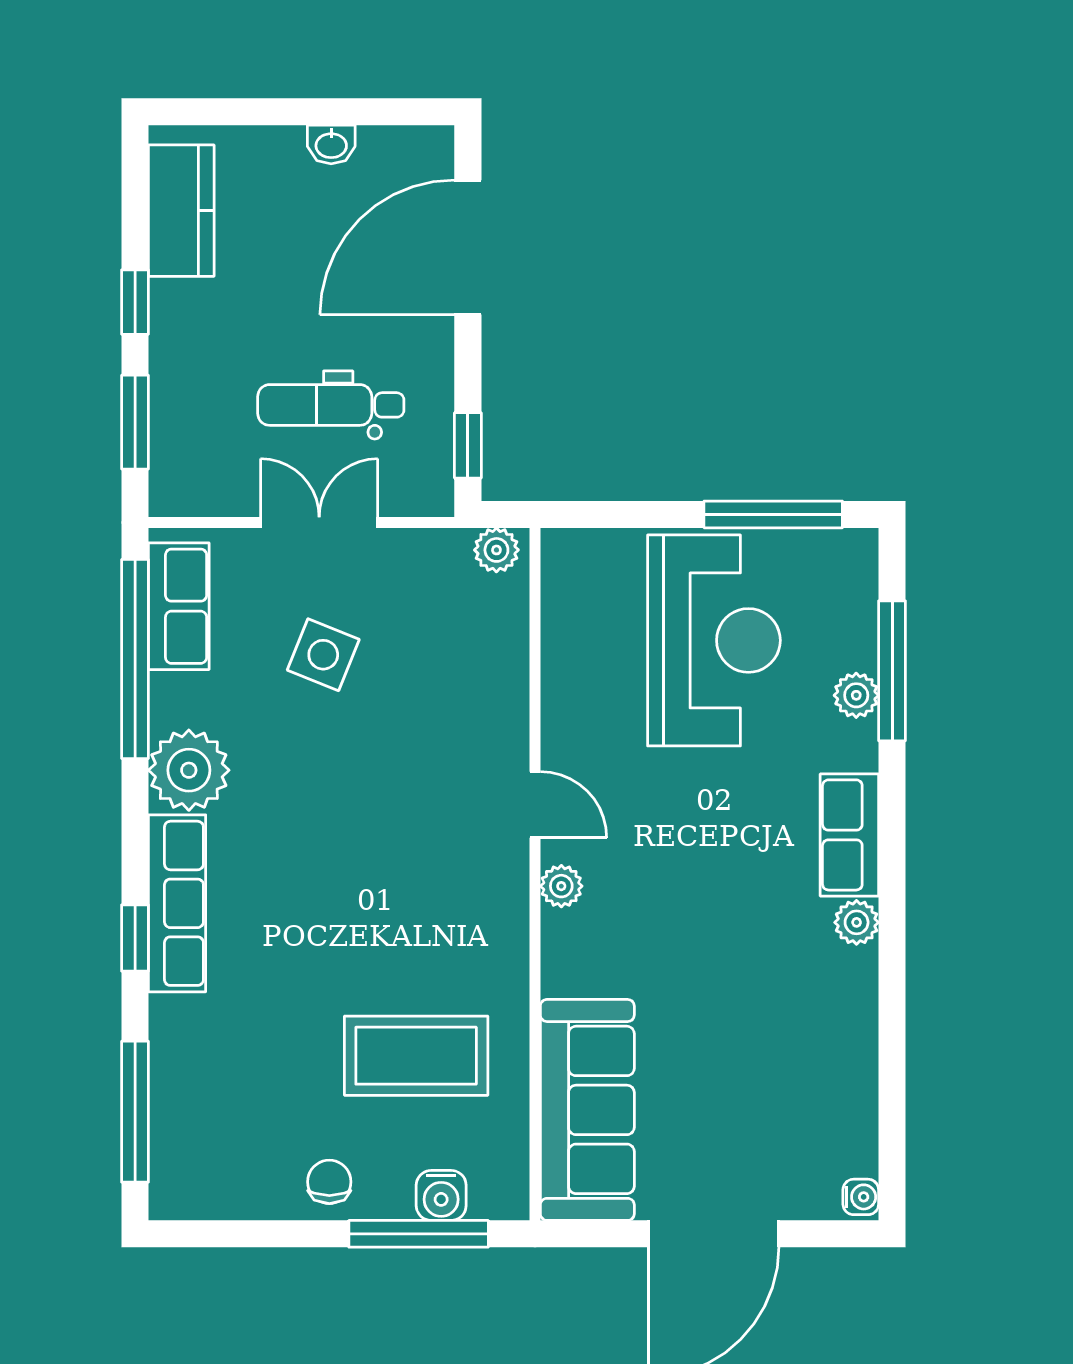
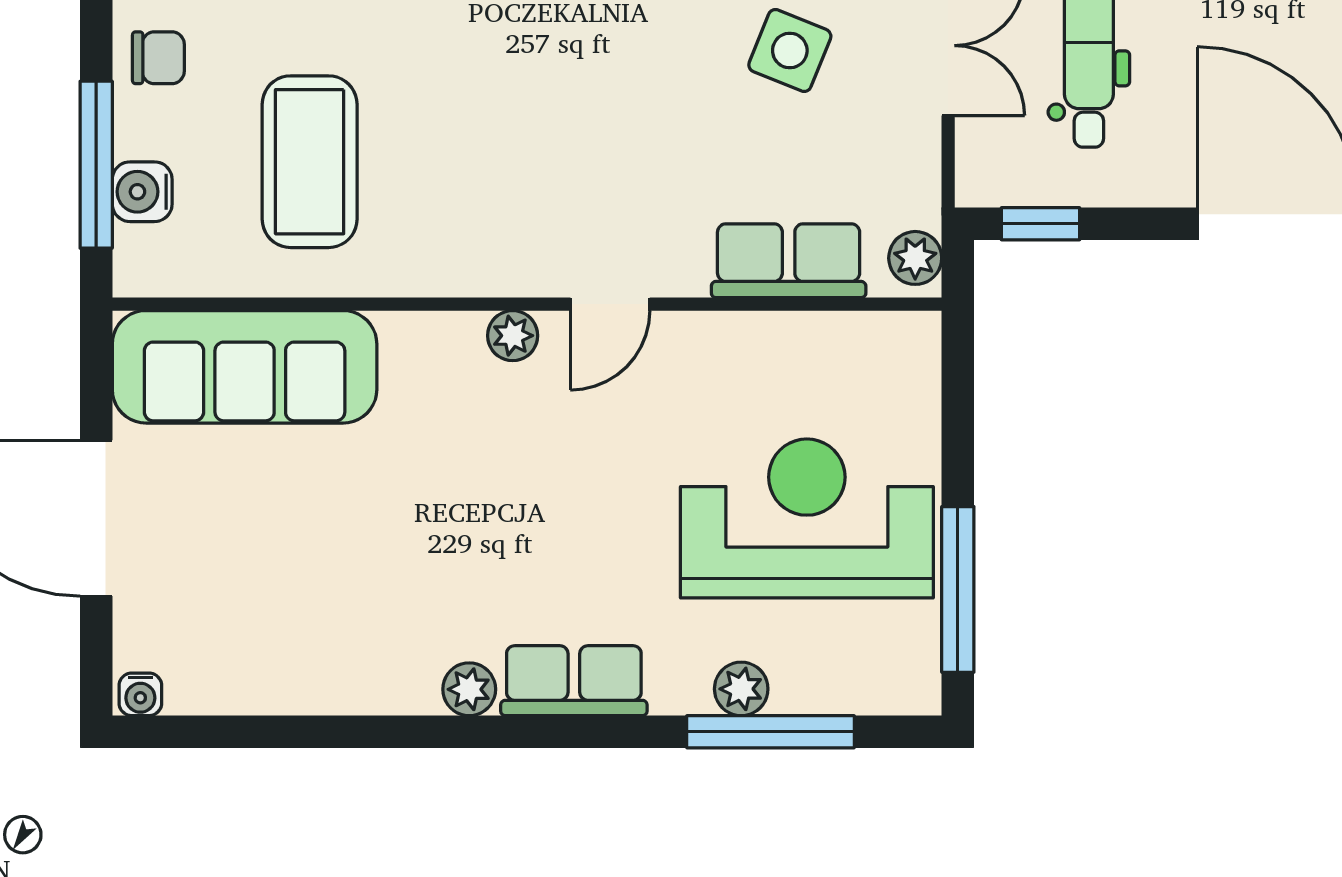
reception desk: (714, 640) -> (807, 518), turned 180
row of seats: (499, 656) -> (789, 261), added

